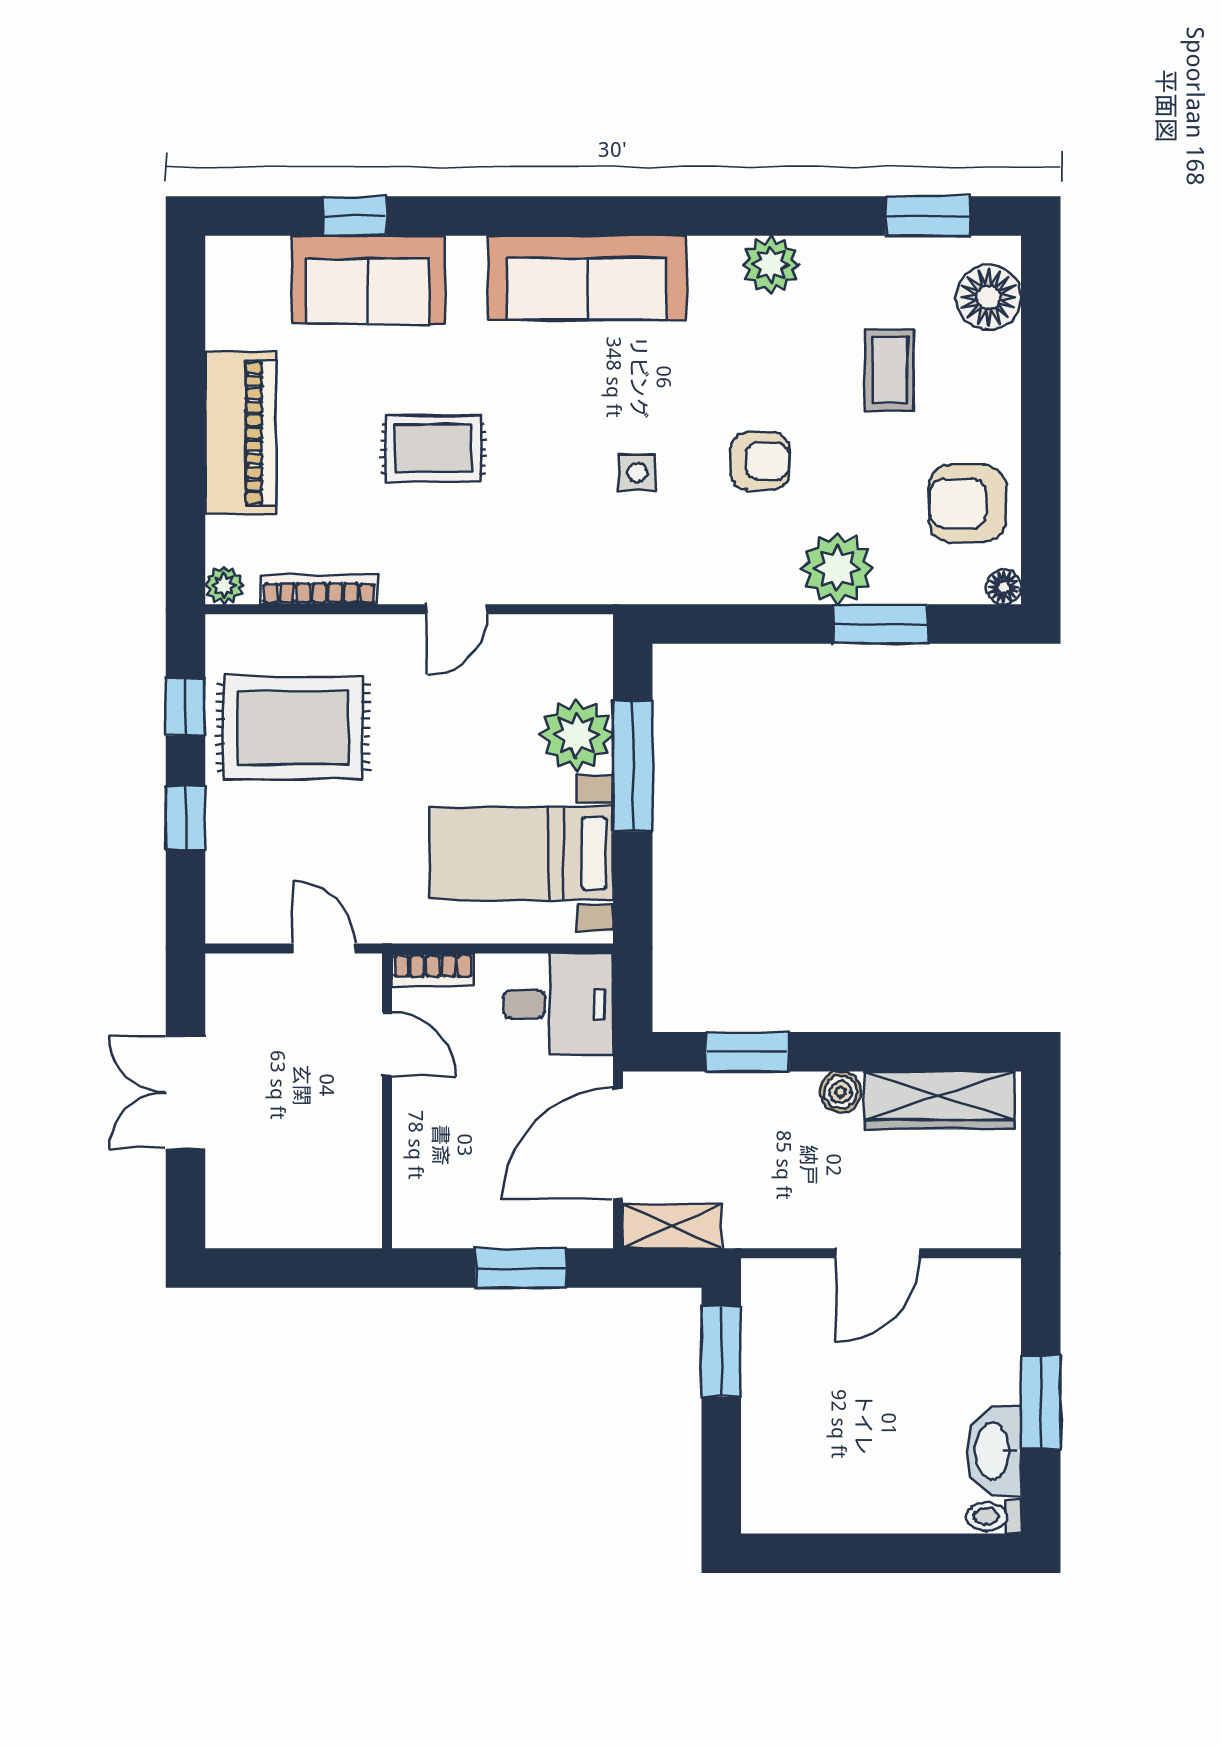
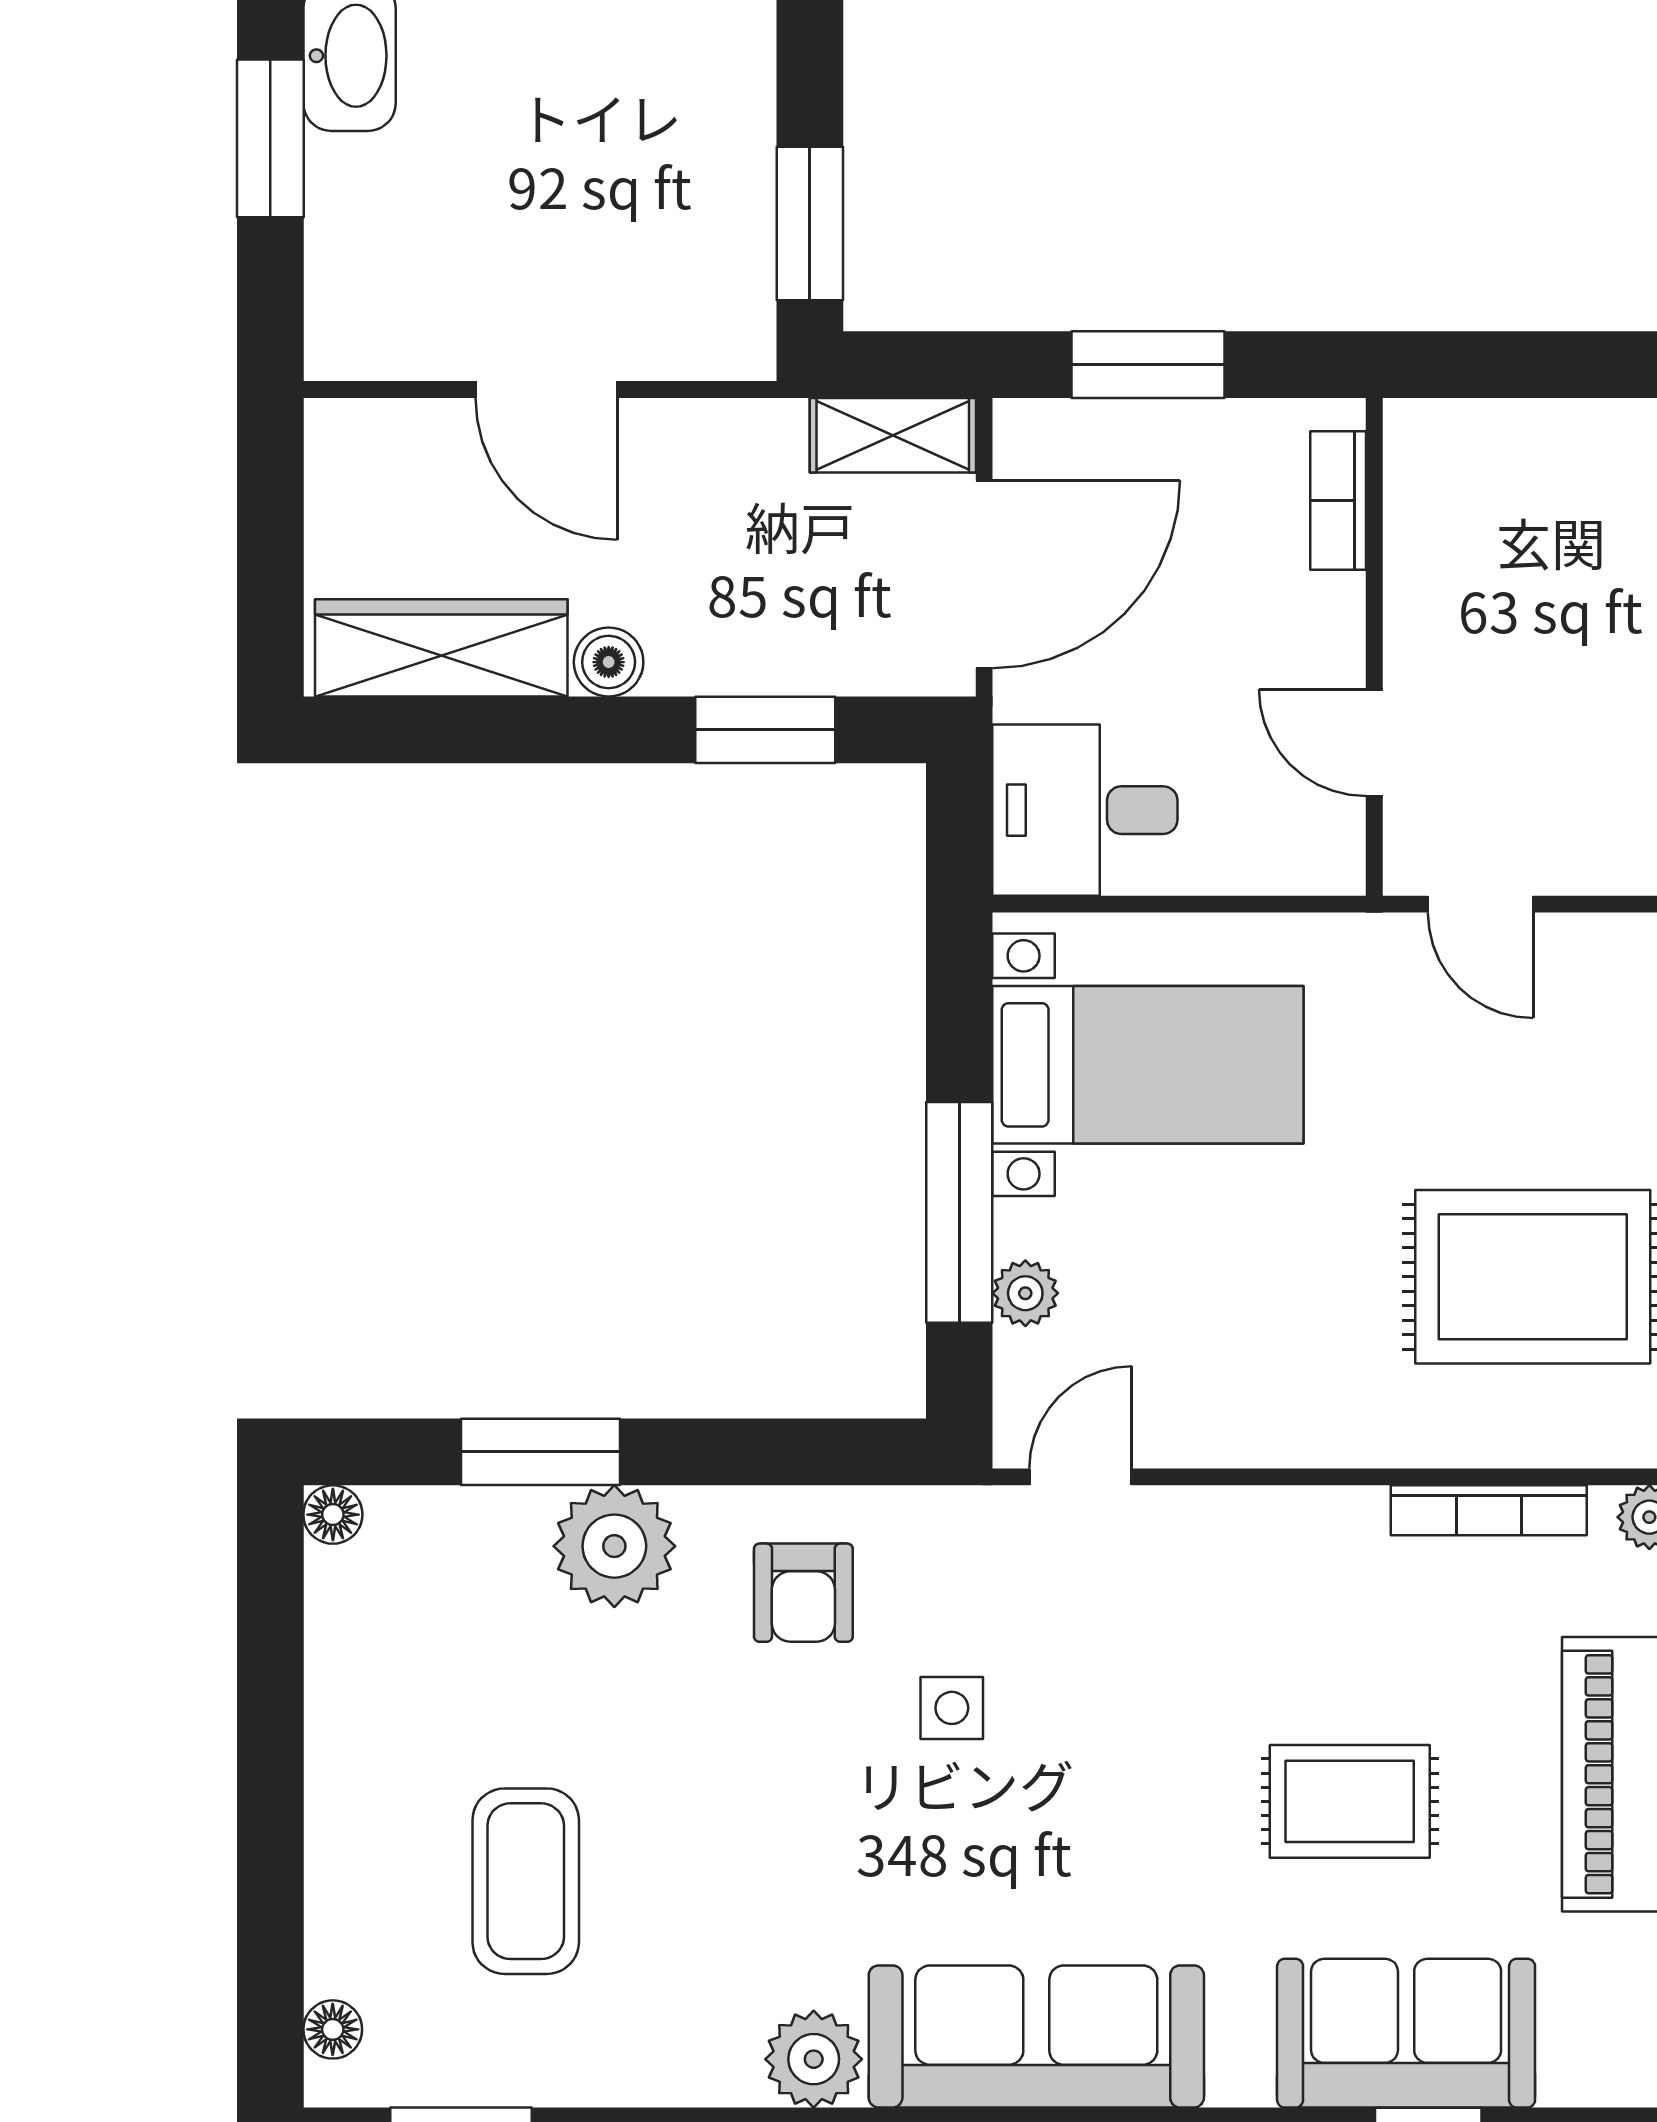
plant: (771, 264) -> (814, 2059), moved
floor lamp: (989, 297) -> (333, 2029), width x0.53, depth x0.53
coffee table: (890, 370) -> (526, 1881), width x1.36, depth x1.30
rug: (433, 449) -> (1350, 1801), moved
armchair: (760, 461) -> (803, 1593), moved, turned -90
armchair: (967, 503) -> (394, 1656), removed
door: (457, 609) -> (1081, 1477), moved
plant: (577, 735) -> (1025, 1293), width x0.53, depth x0.53
bookcase: (433, 970) -> (1338, 500), moved, turned -90
door: (877, 1253) -> (546, 390), swing flipped

